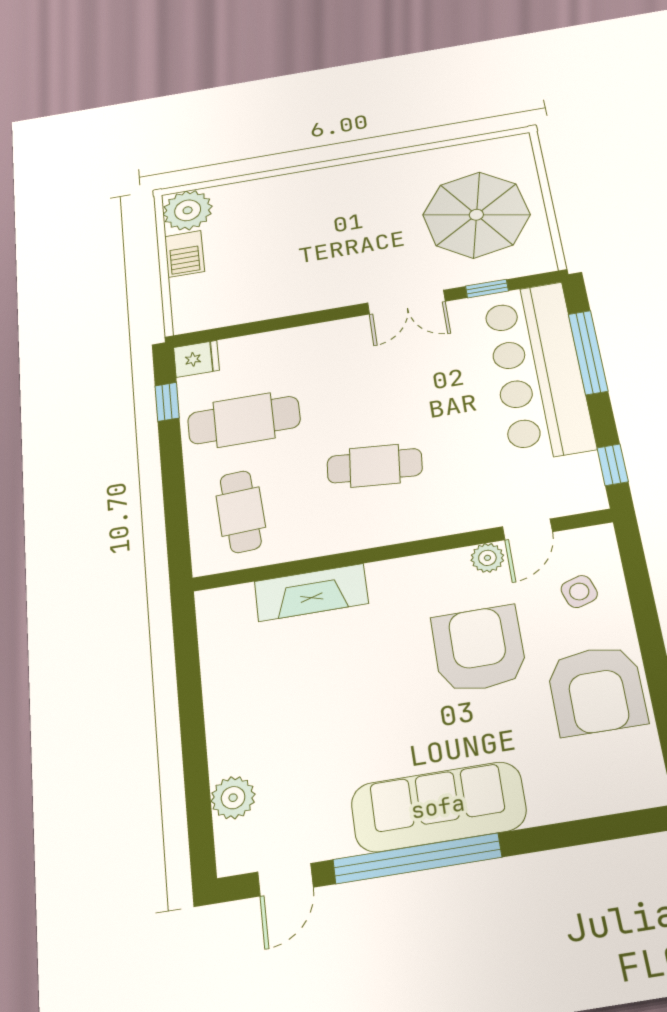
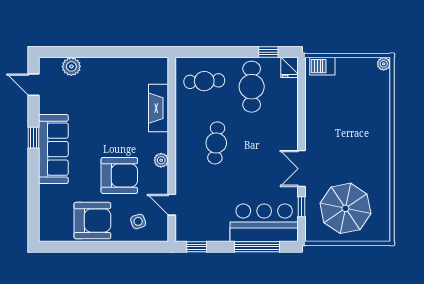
plant: (188, 210) -> (384, 64), width x0.53, depth x0.53
barbecue: (184, 254) -> (322, 66), moved
bar counter: (538, 370) -> (264, 223), width x0.73
plant: (487, 558) -> (161, 160), moved
armchair: (597, 690) -> (92, 221), turned 180
window: (417, 858) -> (34, 138), width x0.32

